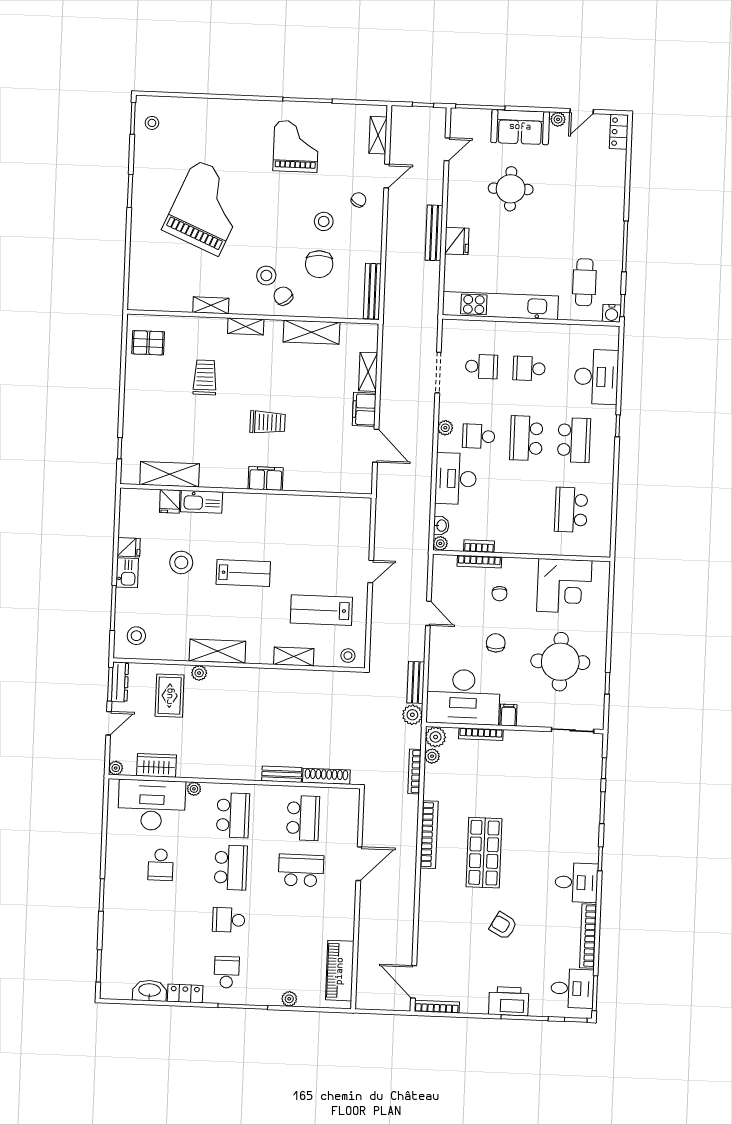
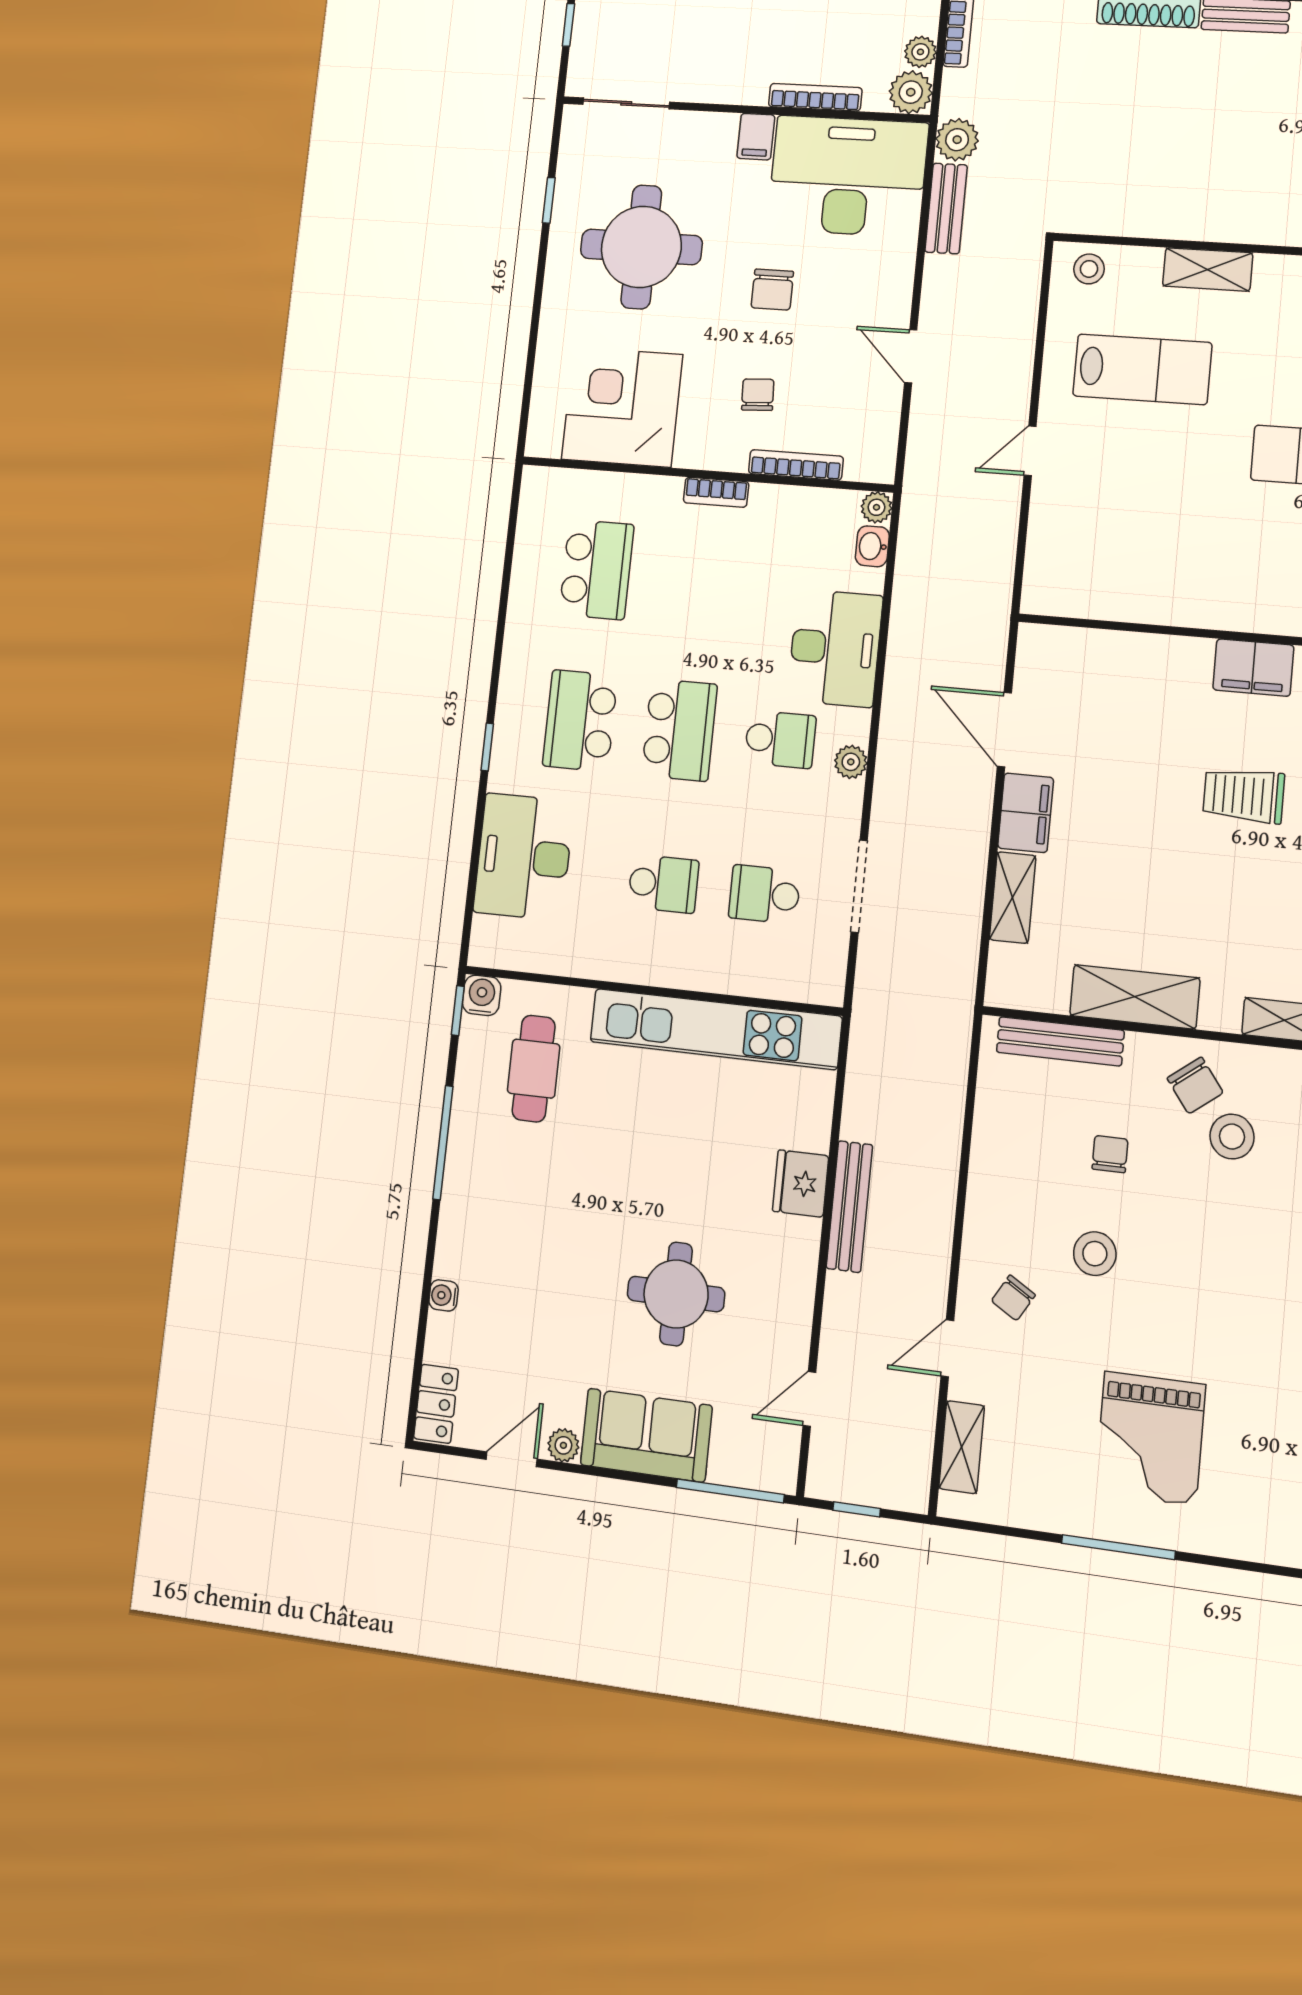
water cooler: (619, 179) -> (444, 1295), added
chair: (319, 264) -> (1110, 1154), width x0.54, depth x0.54
bench: (372, 291) -> (1060, 1041), moved, turned 90
bookcase: (479, 546) -> (716, 492), moved

